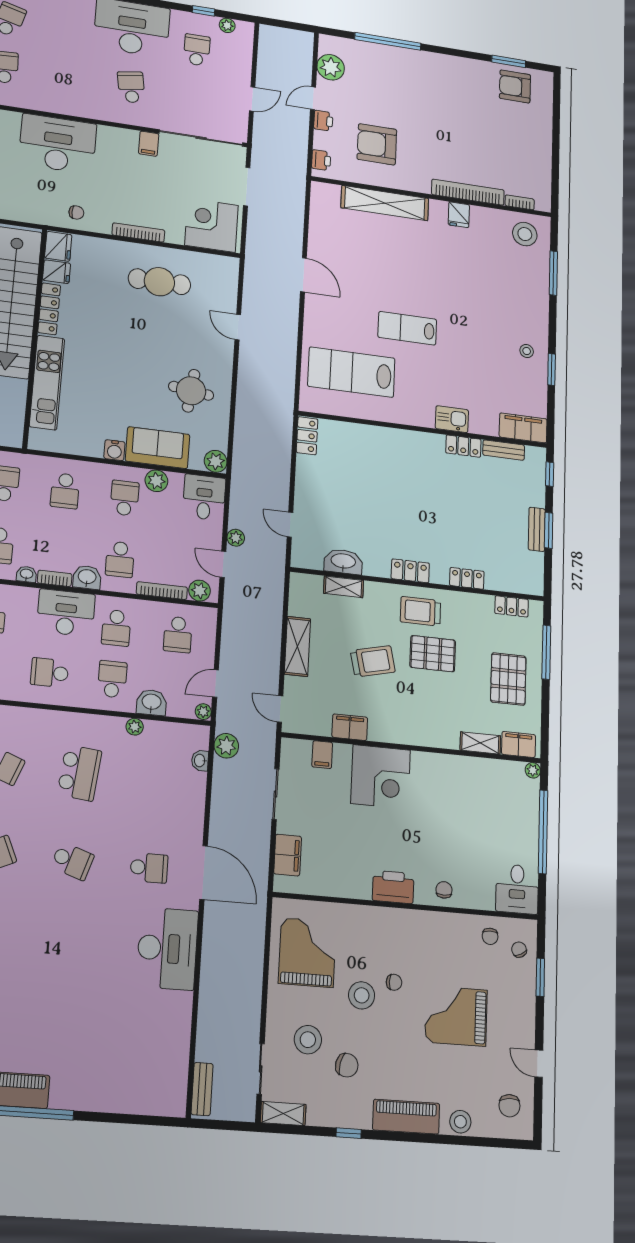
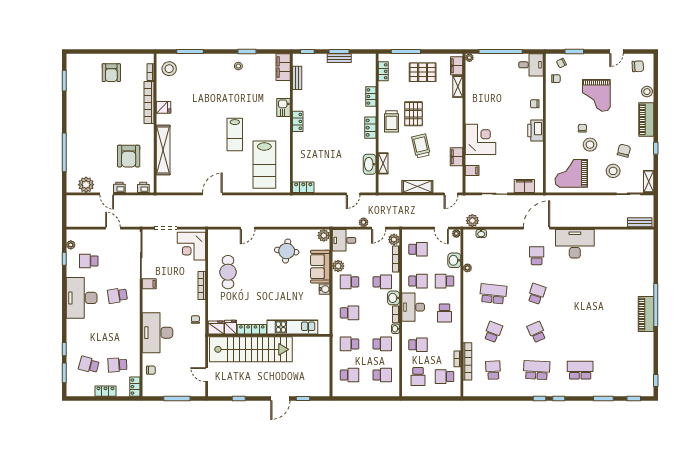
armchair: (515, 86) -> (111, 73), moved
locker: (463, 446) -> (298, 121), moved

